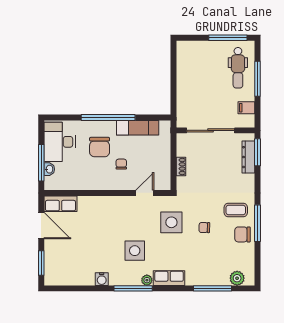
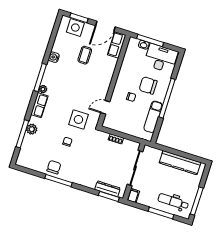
kitchen counter: (185, 75) -> (180, 163), added
filing cabinet: (246, 108) -> (133, 196), moved
door: (145, 193) -> (105, 107), swing flipped
coffee table: (236, 210) -> (85, 55), moved
side table: (135, 251) -> (75, 28), moved
plant: (237, 278) -> (32, 129), moved

